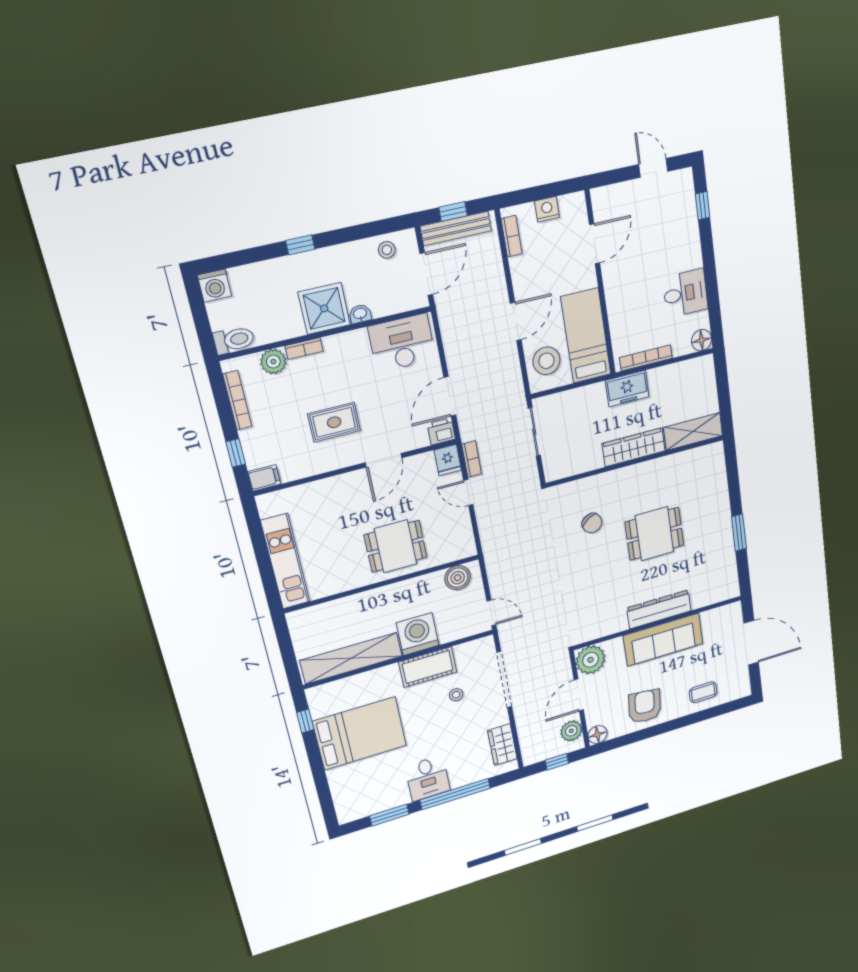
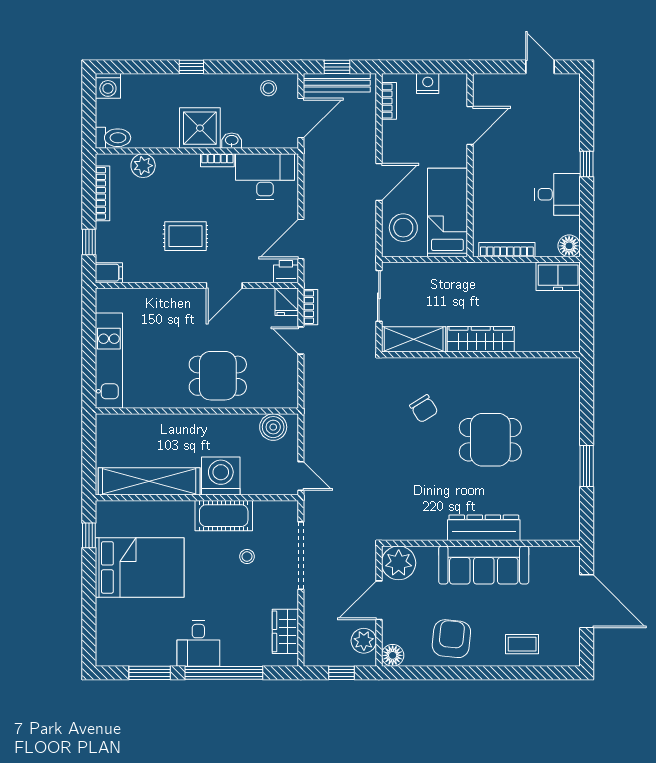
window: (703, 206) -> (587, 164), moved
bookcase: (304, 348) -> (217, 160), moved
freezer: (627, 389) -> (558, 276), moved
shelving: (693, 431) -> (414, 339), moved

